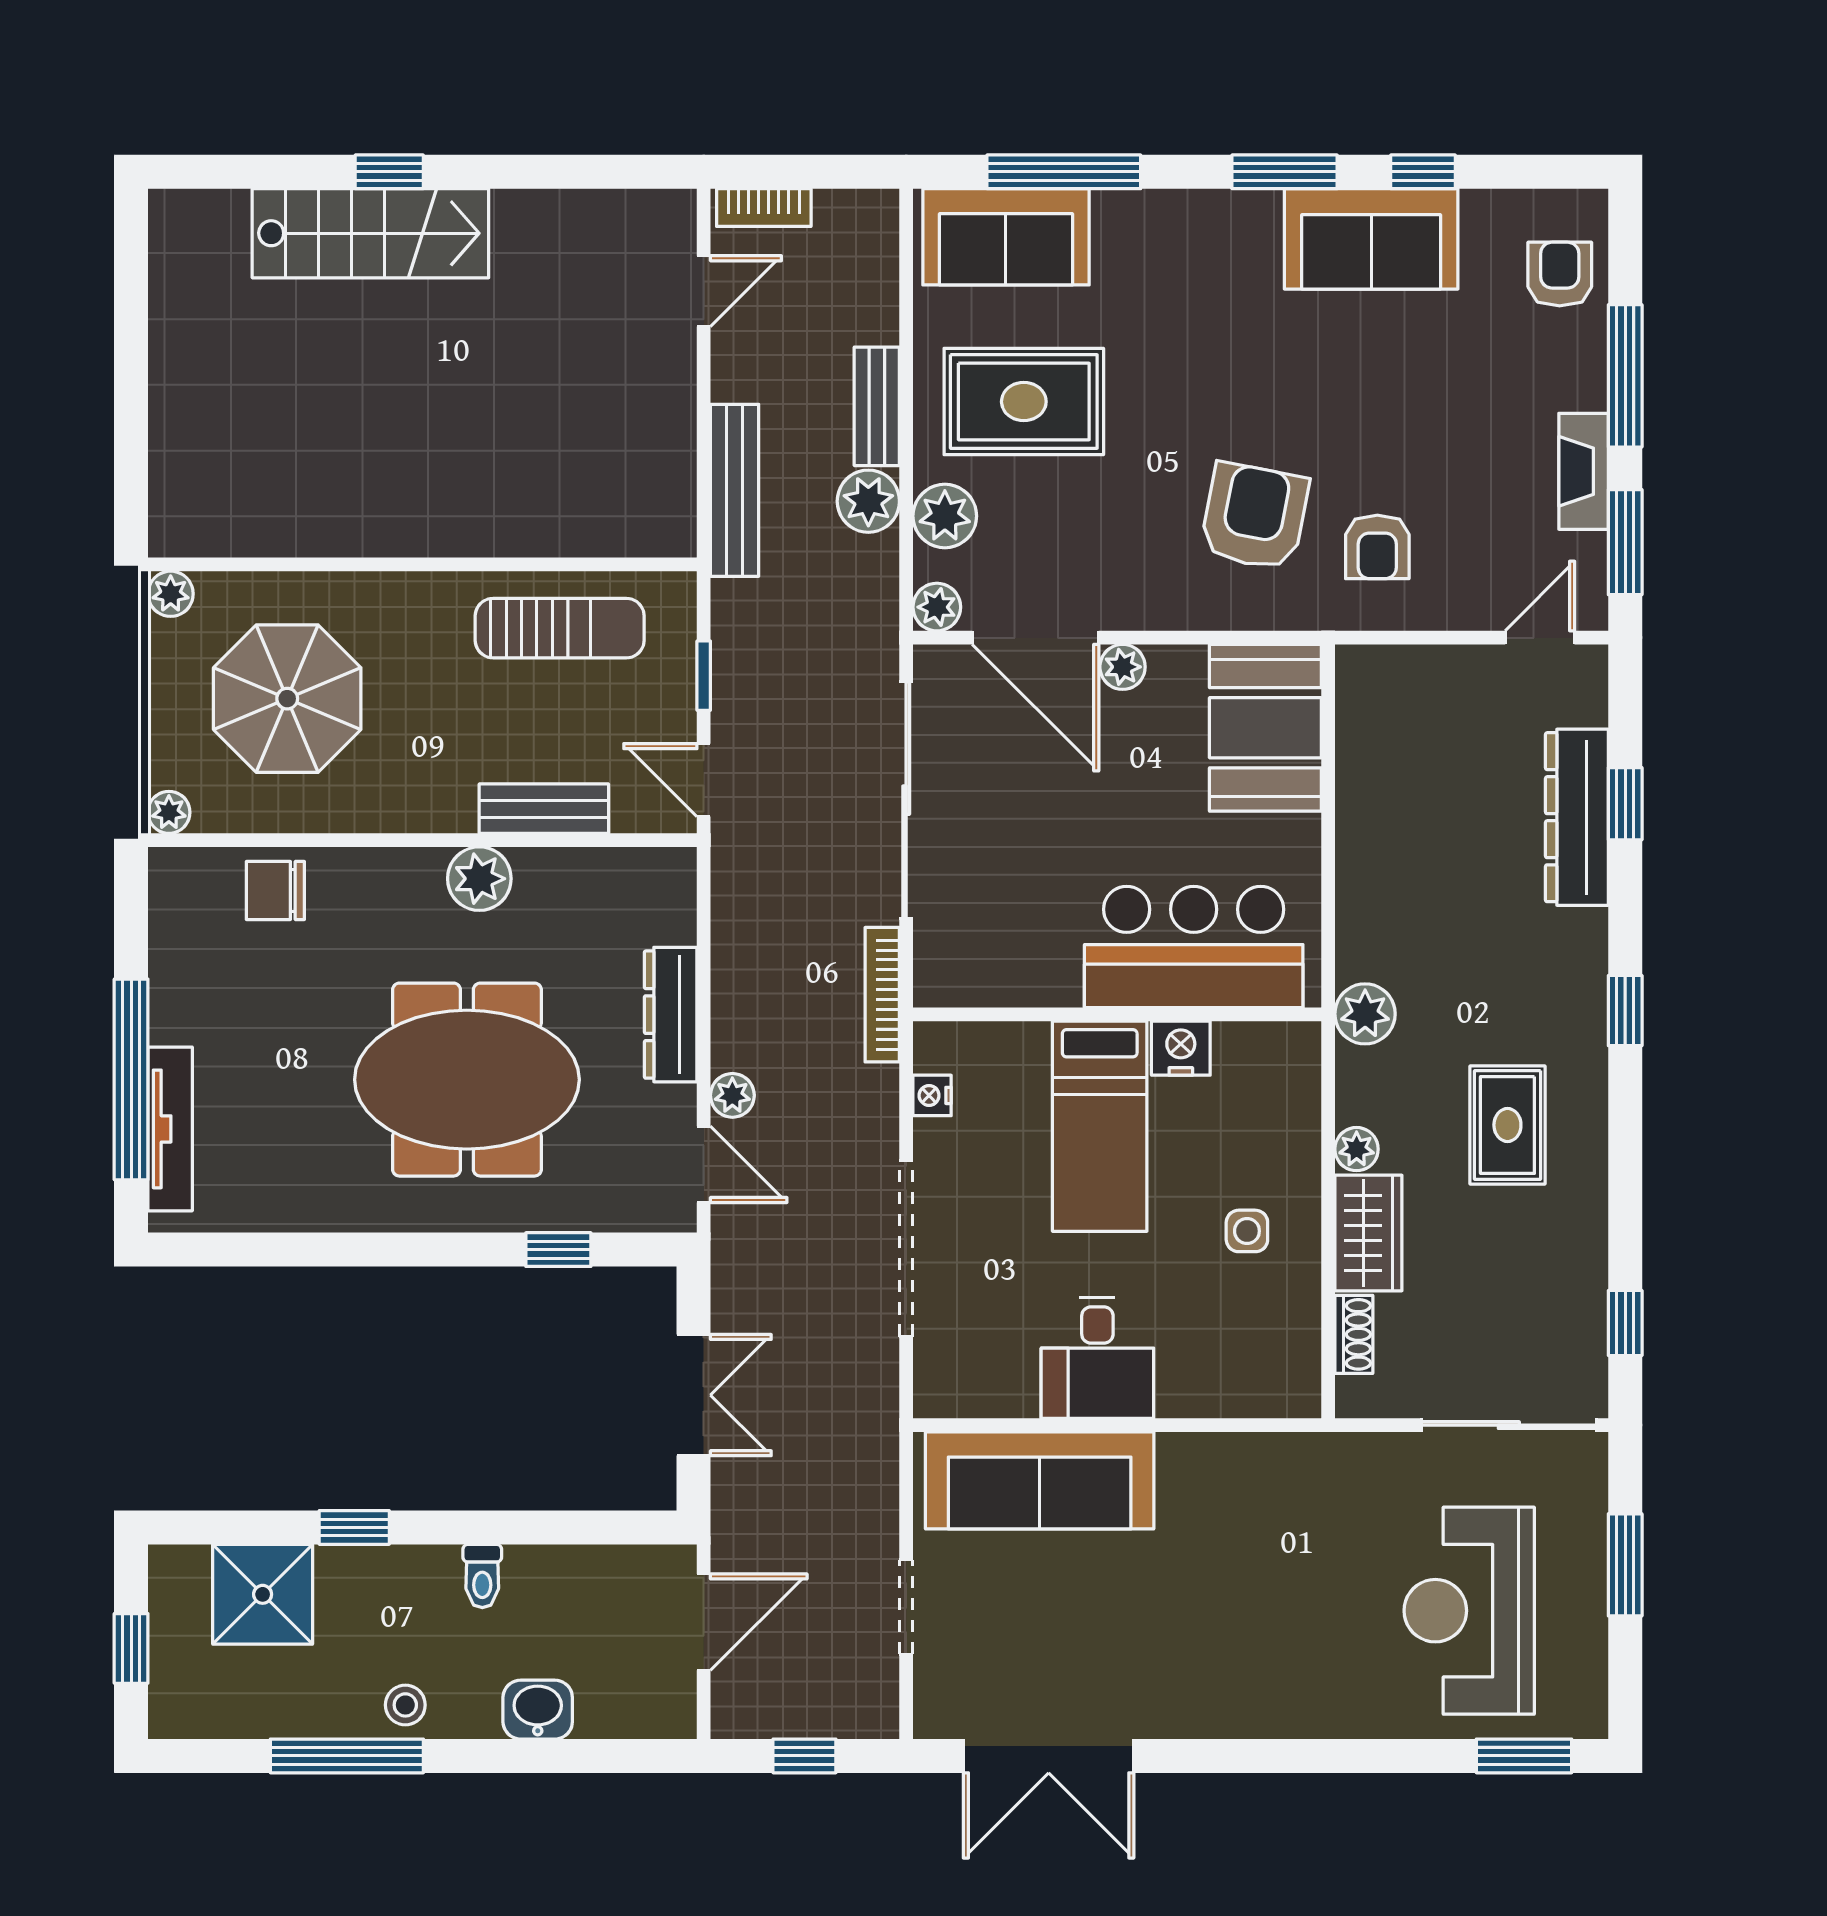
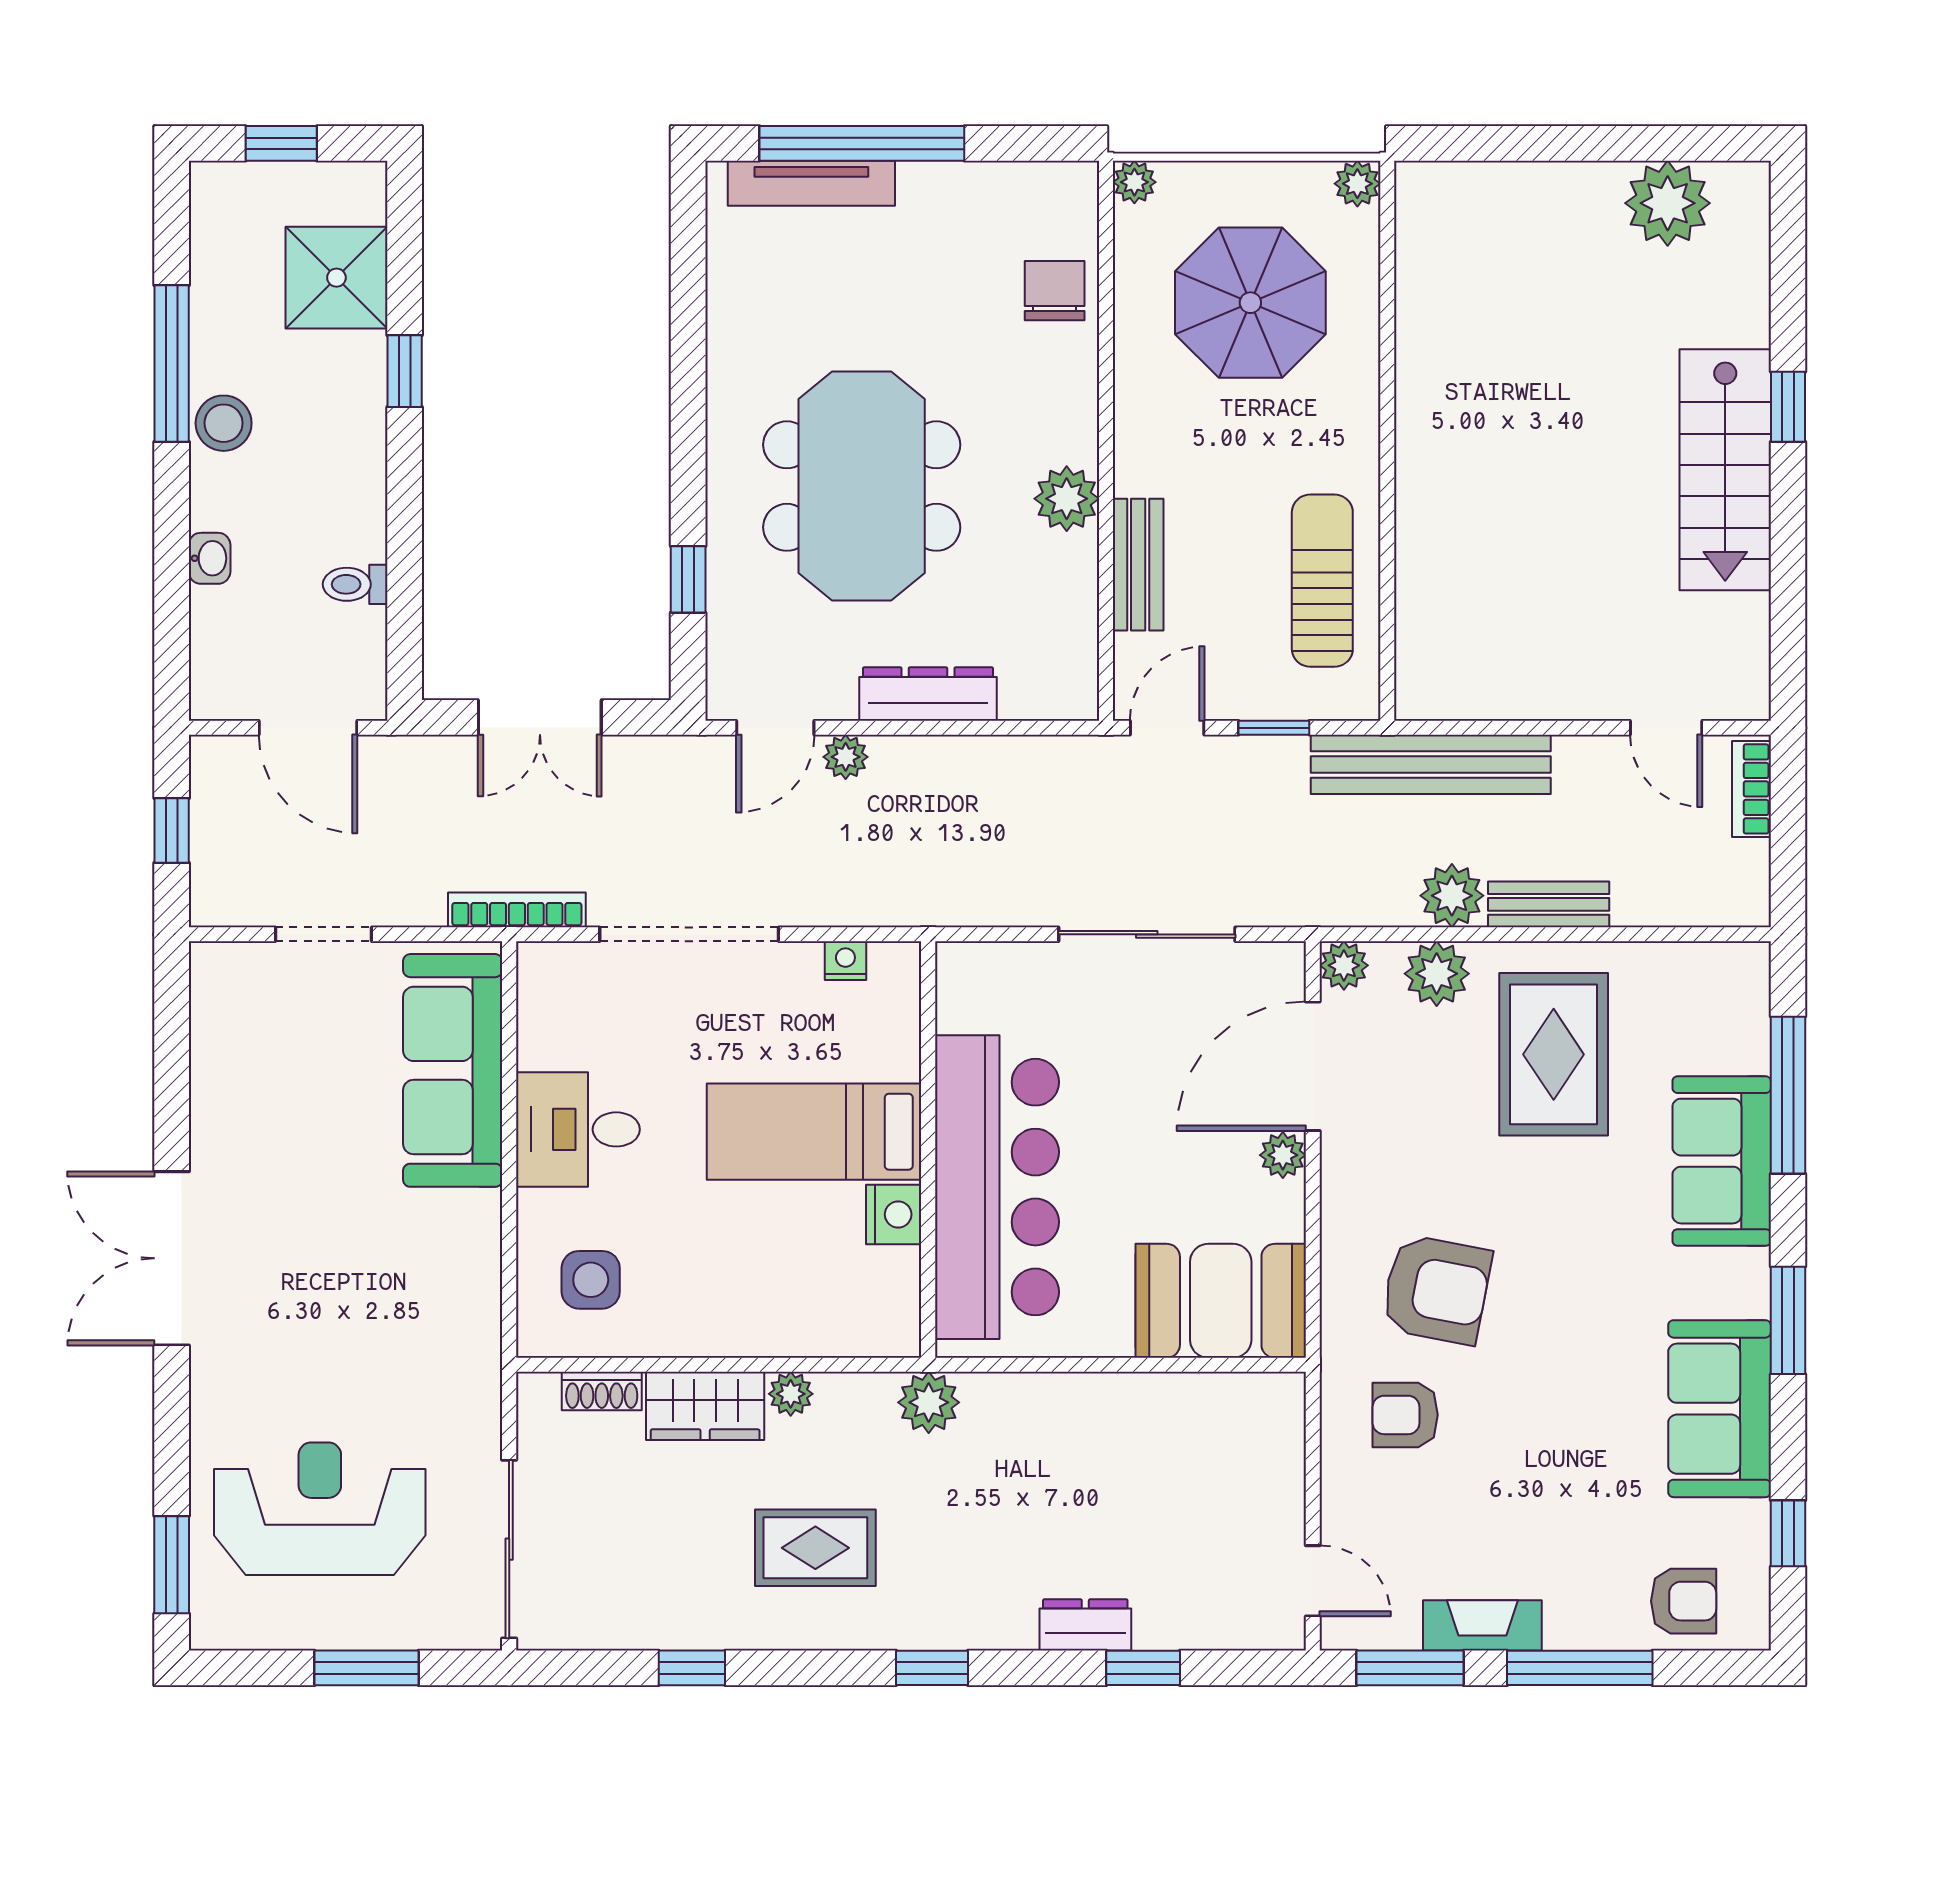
window: (1423, 172) -> (1788, 1533), moved
stairs: (370, 233) -> (1725, 470), moved
sofa: (1006, 237) -> (1722, 1161), moved
plant: (190, 290) -> (1668, 203), added
bench: (735, 490) -> (1431, 764), width x1.37, depth x1.21
sun lounger: (560, 628) -> (1322, 581), turned 180
sliding door: (906, 800) -> (1147, 934), width x0.73
dresser: (1577, 817) -> (1085, 1625), width x0.51, depth x0.80
bar counter: (1194, 947) -> (997, 1187), width x1.36
bookcase: (882, 995) -> (517, 910), moved
side table: (1247, 1231) -> (591, 1280), moved, width x1.37, depth x1.37
window: (1625, 1323) -> (692, 1668), moved
toilet: (482, 1576) -> (355, 584), moved
stool: (405, 1705) -> (224, 423), width x1.37, depth x1.37
washbasin: (538, 1710) -> (210, 558), width x0.72, depth x0.69
double door: (1049, 1756) -> (172, 1258), moved

